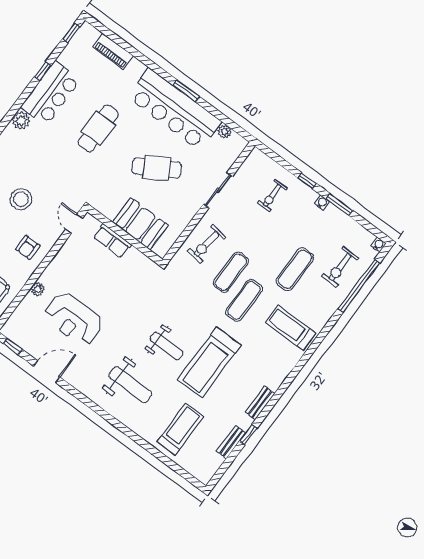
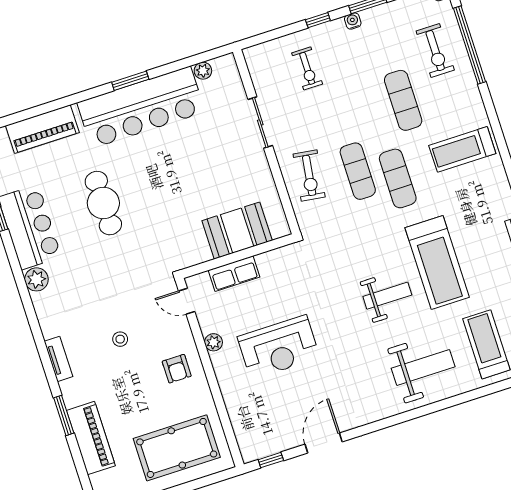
piano: (113, 51) -> (42, 129), width x1.37, depth x1.33
cafe table: (157, 168) -> (190, 171), removed
stool: (21, 199) -> (120, 339), width x0.53, depth x0.53
plant: (38, 289) -> (214, 342), moved
reception desk: (74, 319) -> (279, 347), moved
weight bench: (130, 385) -> (423, 368), moved

